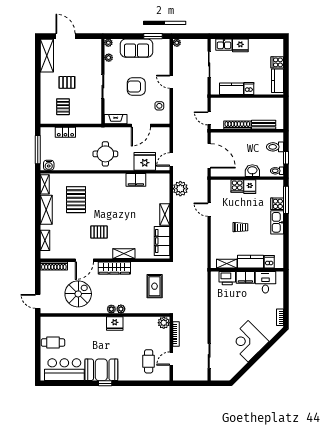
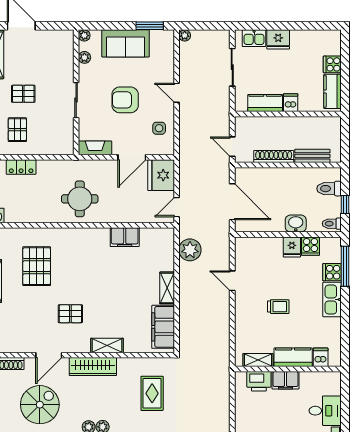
fridge: (145, 161) -> (161, 175), moved, turned -90
cooker: (237, 186) -> (310, 246), moved
desk: (265, 282) -> (325, 411), moved, turned 90

